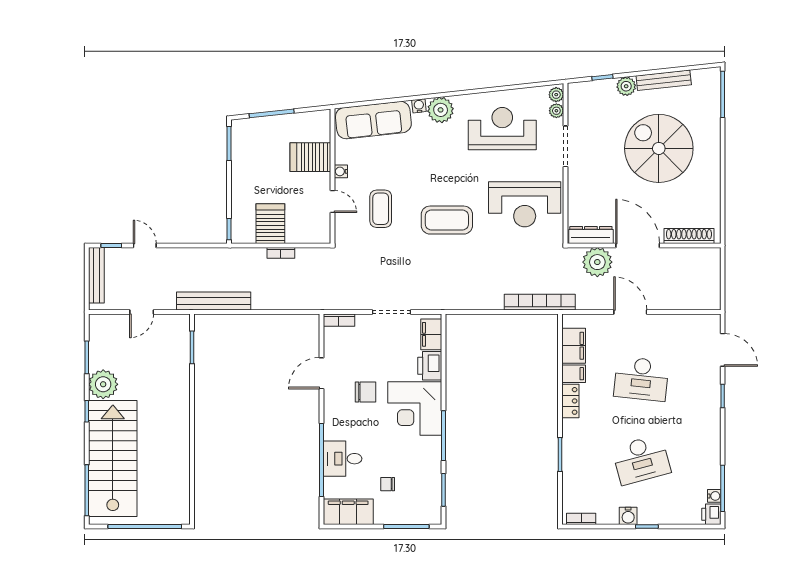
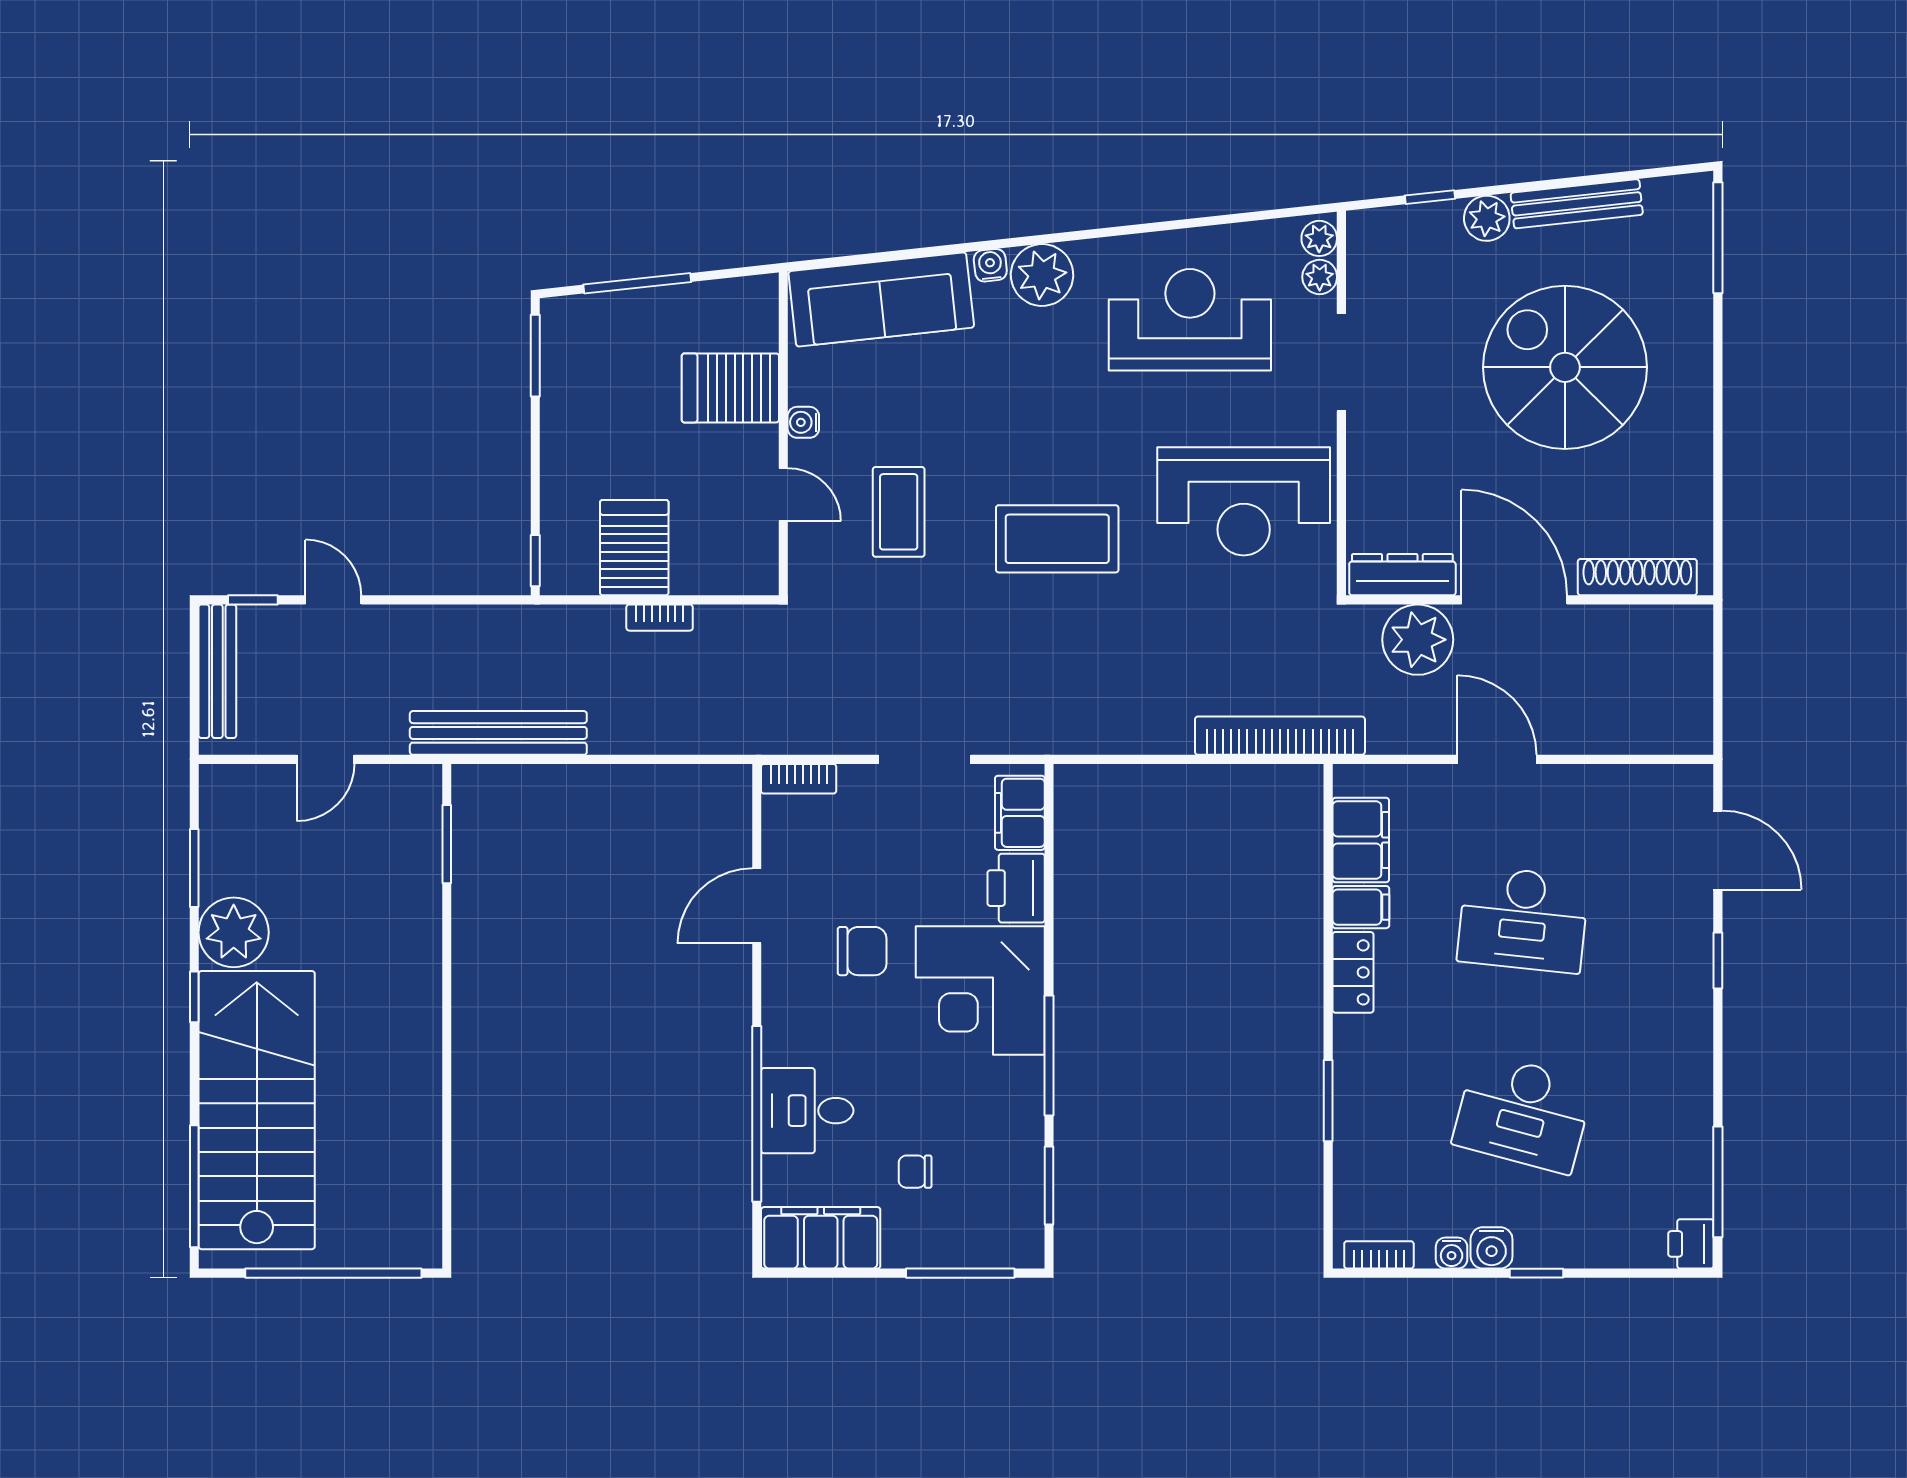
desk: (641, 460) -> (1523, 1113), turned 30
water cooler: (714, 496) -> (1452, 1253), moved, turned 90

